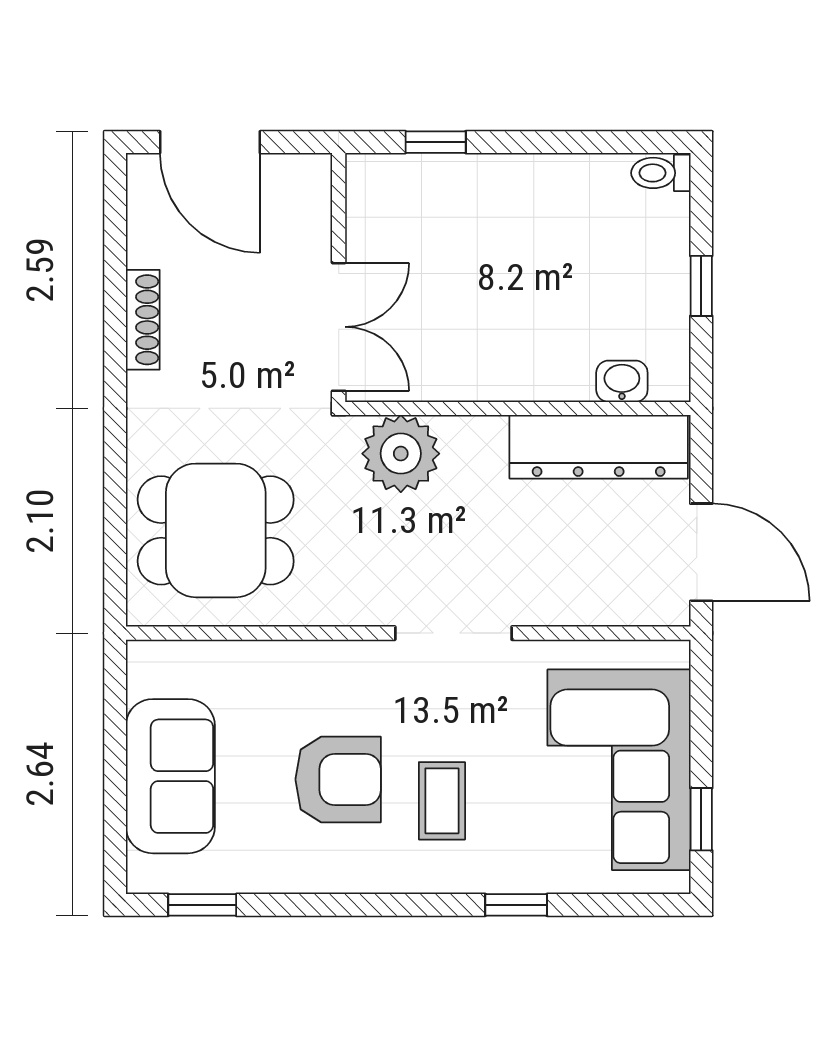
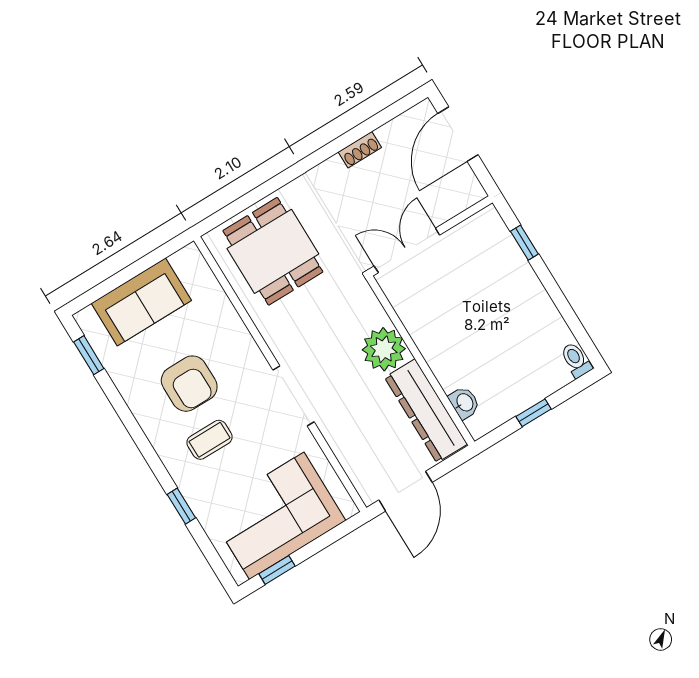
shoe rack: (143, 320) -> (360, 150), width x0.70
double door: (339, 327) -> (407, 250), swing flipped
plant: (401, 454) -> (384, 349), moved

